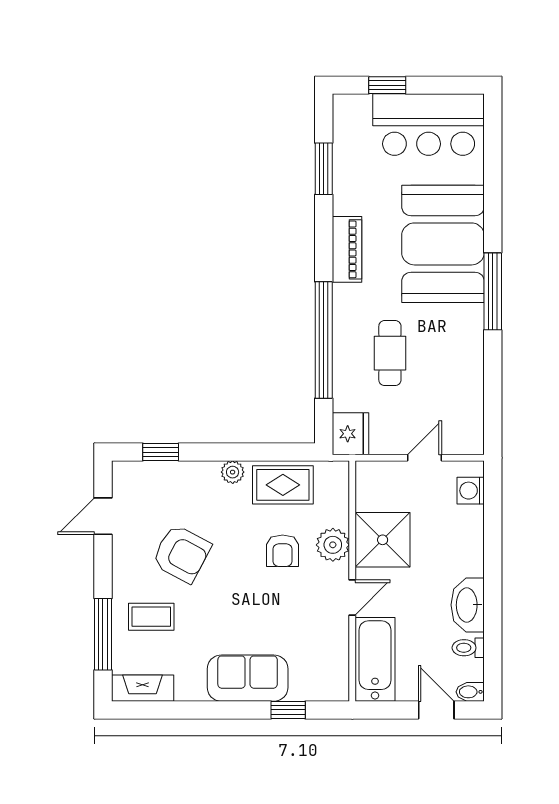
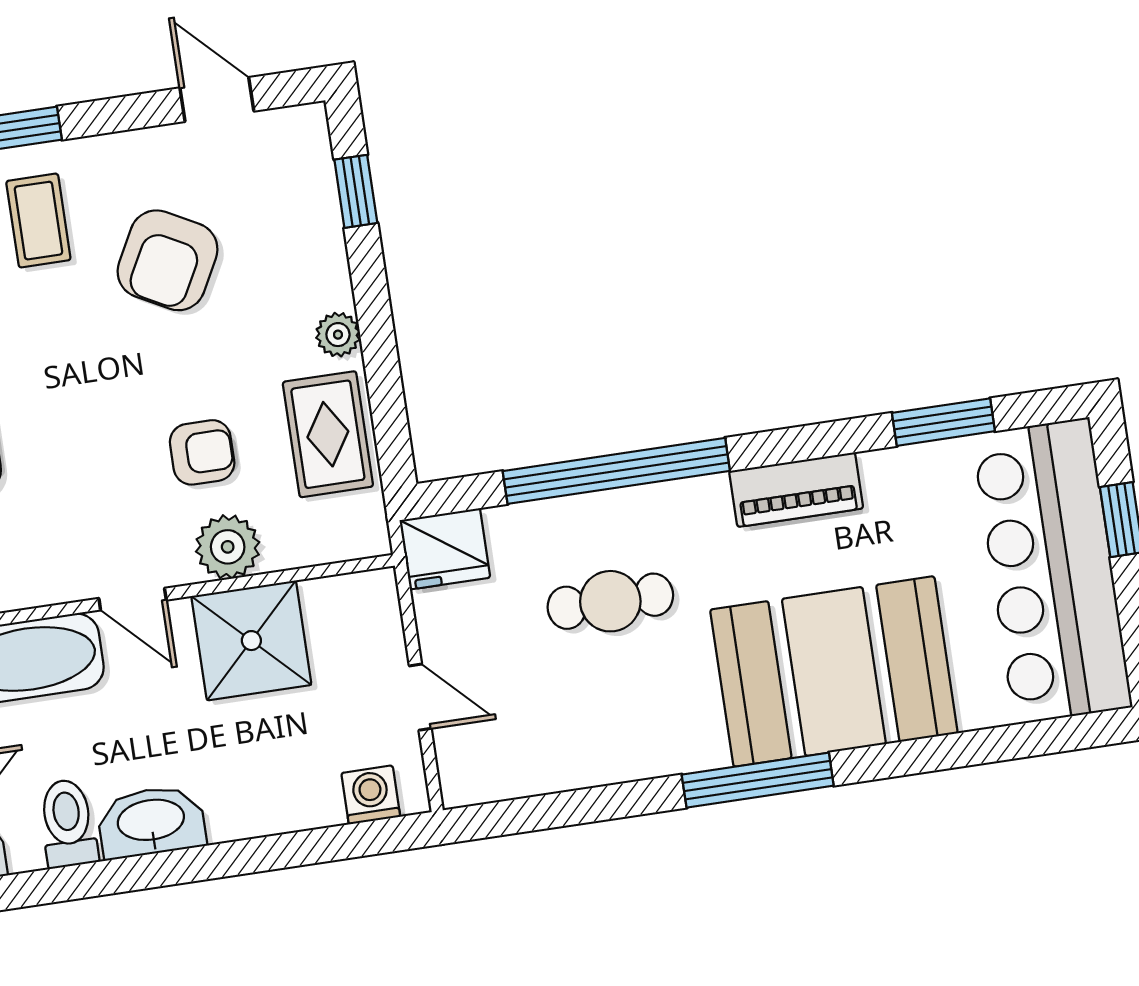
bar counter: (429, 125) -> (1052, 571), width x1.36
armchair: (283, 551) -> (202, 452), turned 180
toilet: (468, 648) -> (68, 823), width x1.37, depth x1.39

